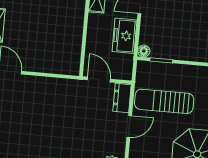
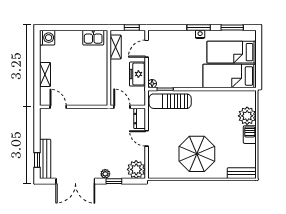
sun lounger: (164, 101) -> (170, 101), moved
door: (129, 126) -> (147, 138), swing flipped

